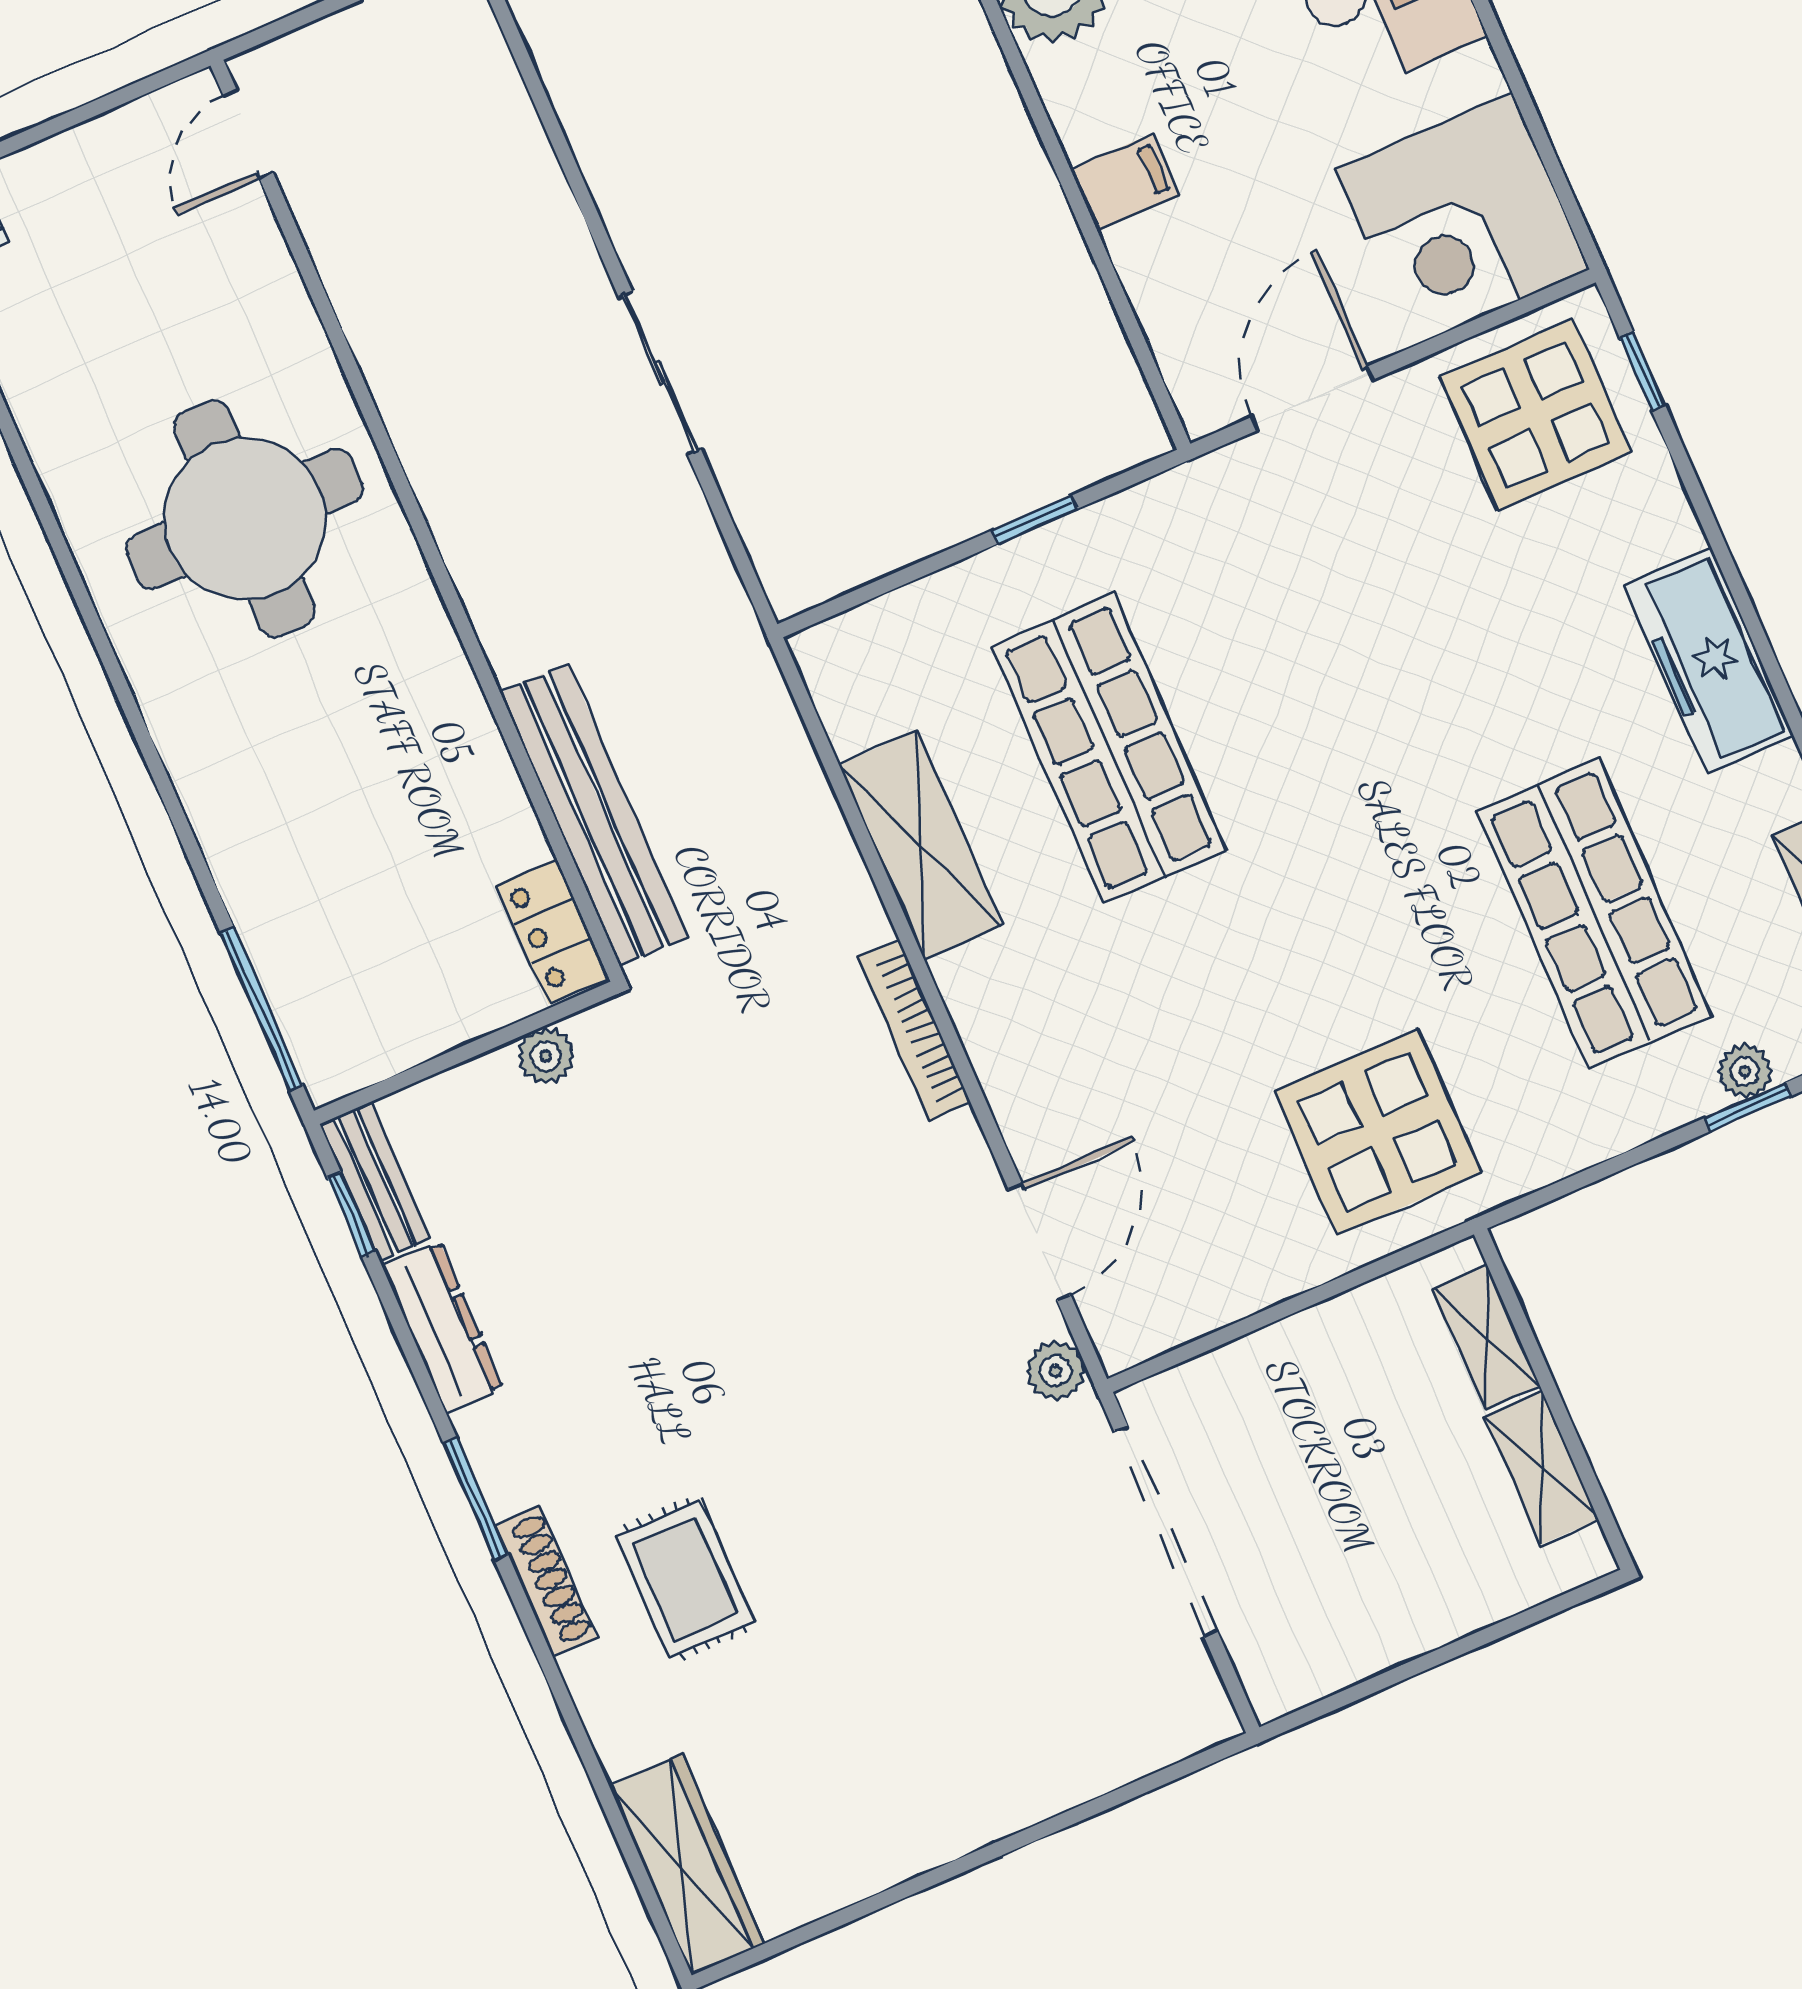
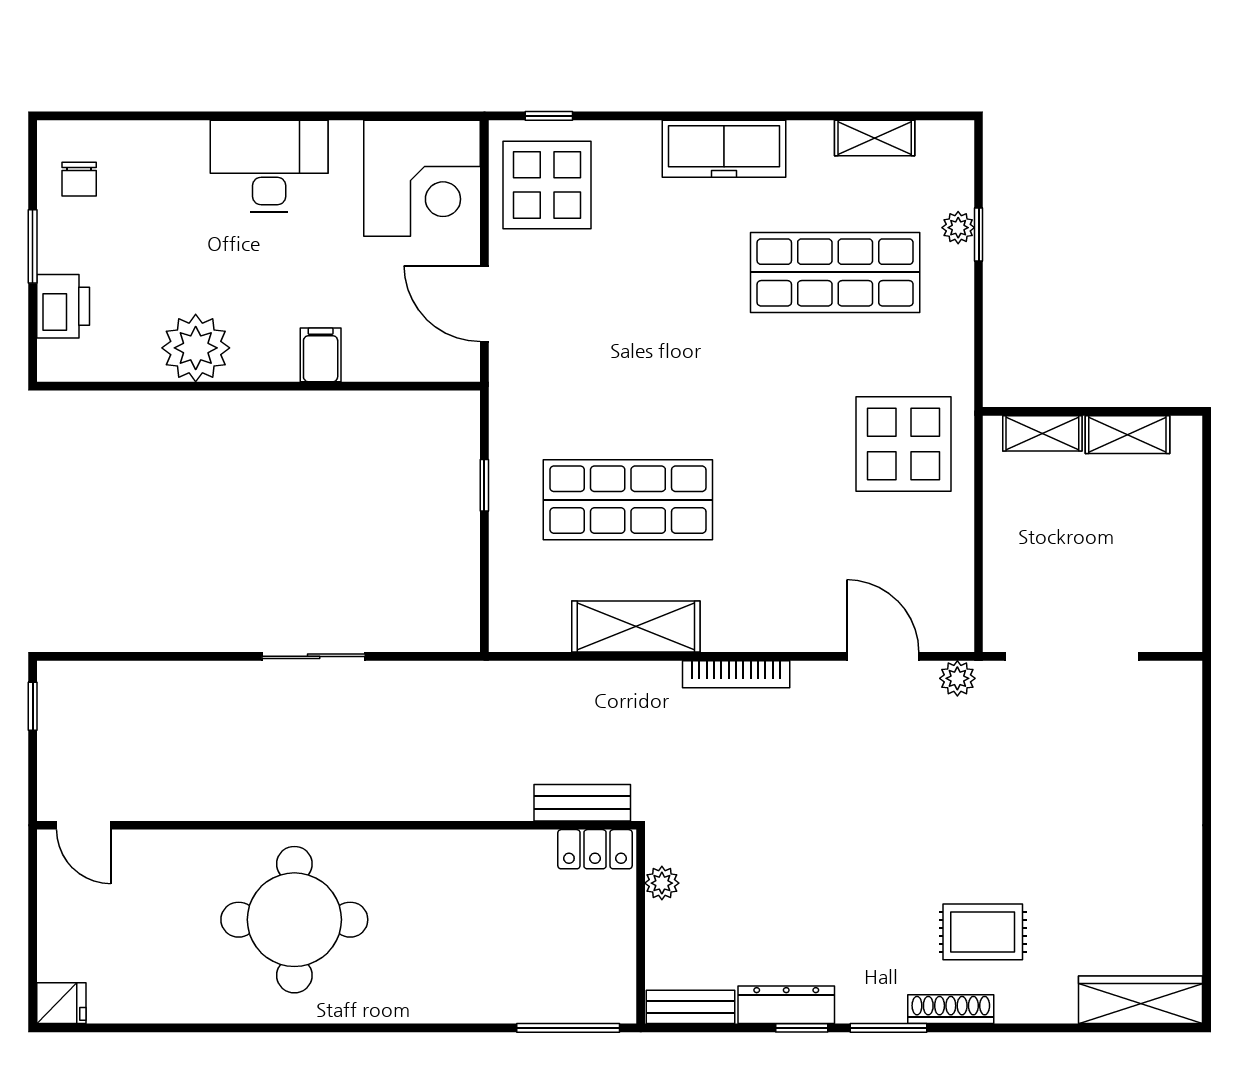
bench: (594, 815) -> (582, 803), width x0.54, depth x0.82
window: (351, 1214) -> (802, 1028), moved

